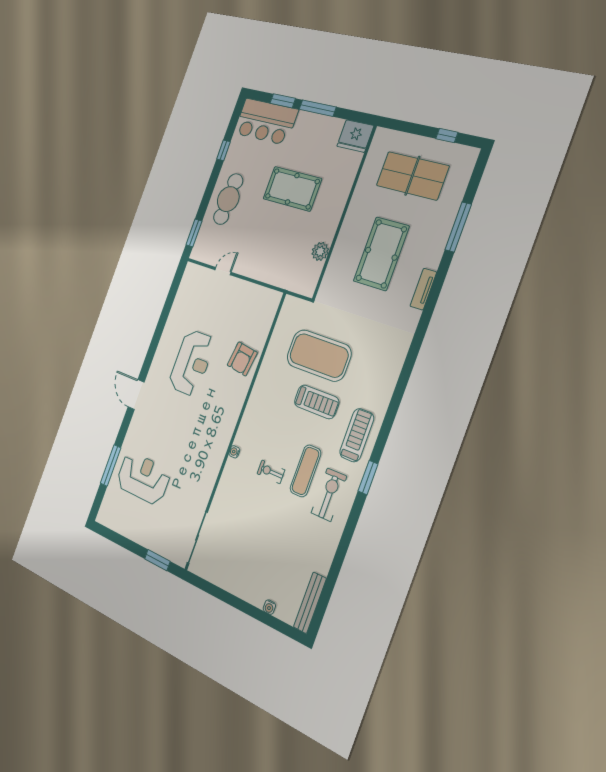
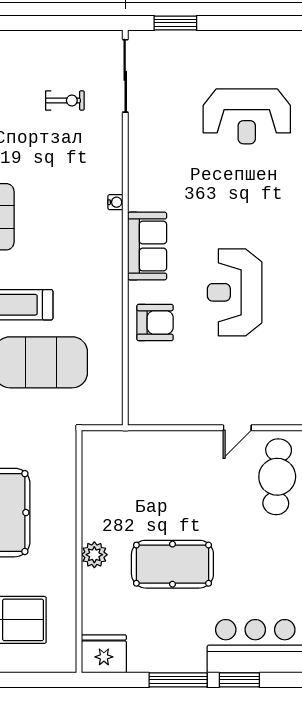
cafe table: (228, 199) -> (277, 477), moved
plant: (320, 251) -> (94, 555), moved
armchair: (242, 359) -> (155, 322), turned 82
sofa: (228, 414) -> (147, 246), added
exercise bike: (271, 472) -> (65, 101), moved

